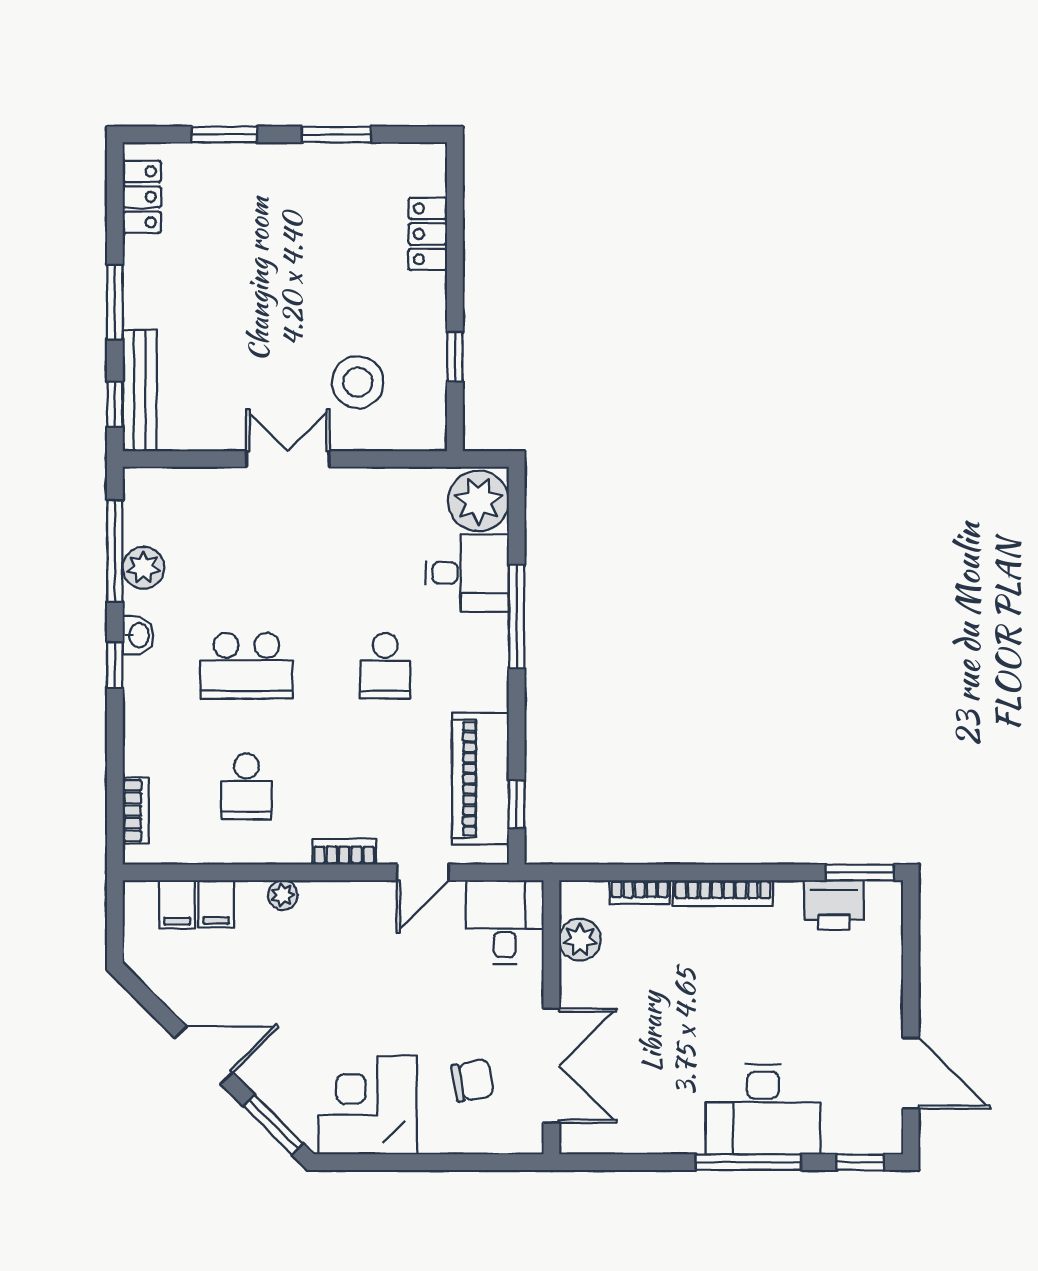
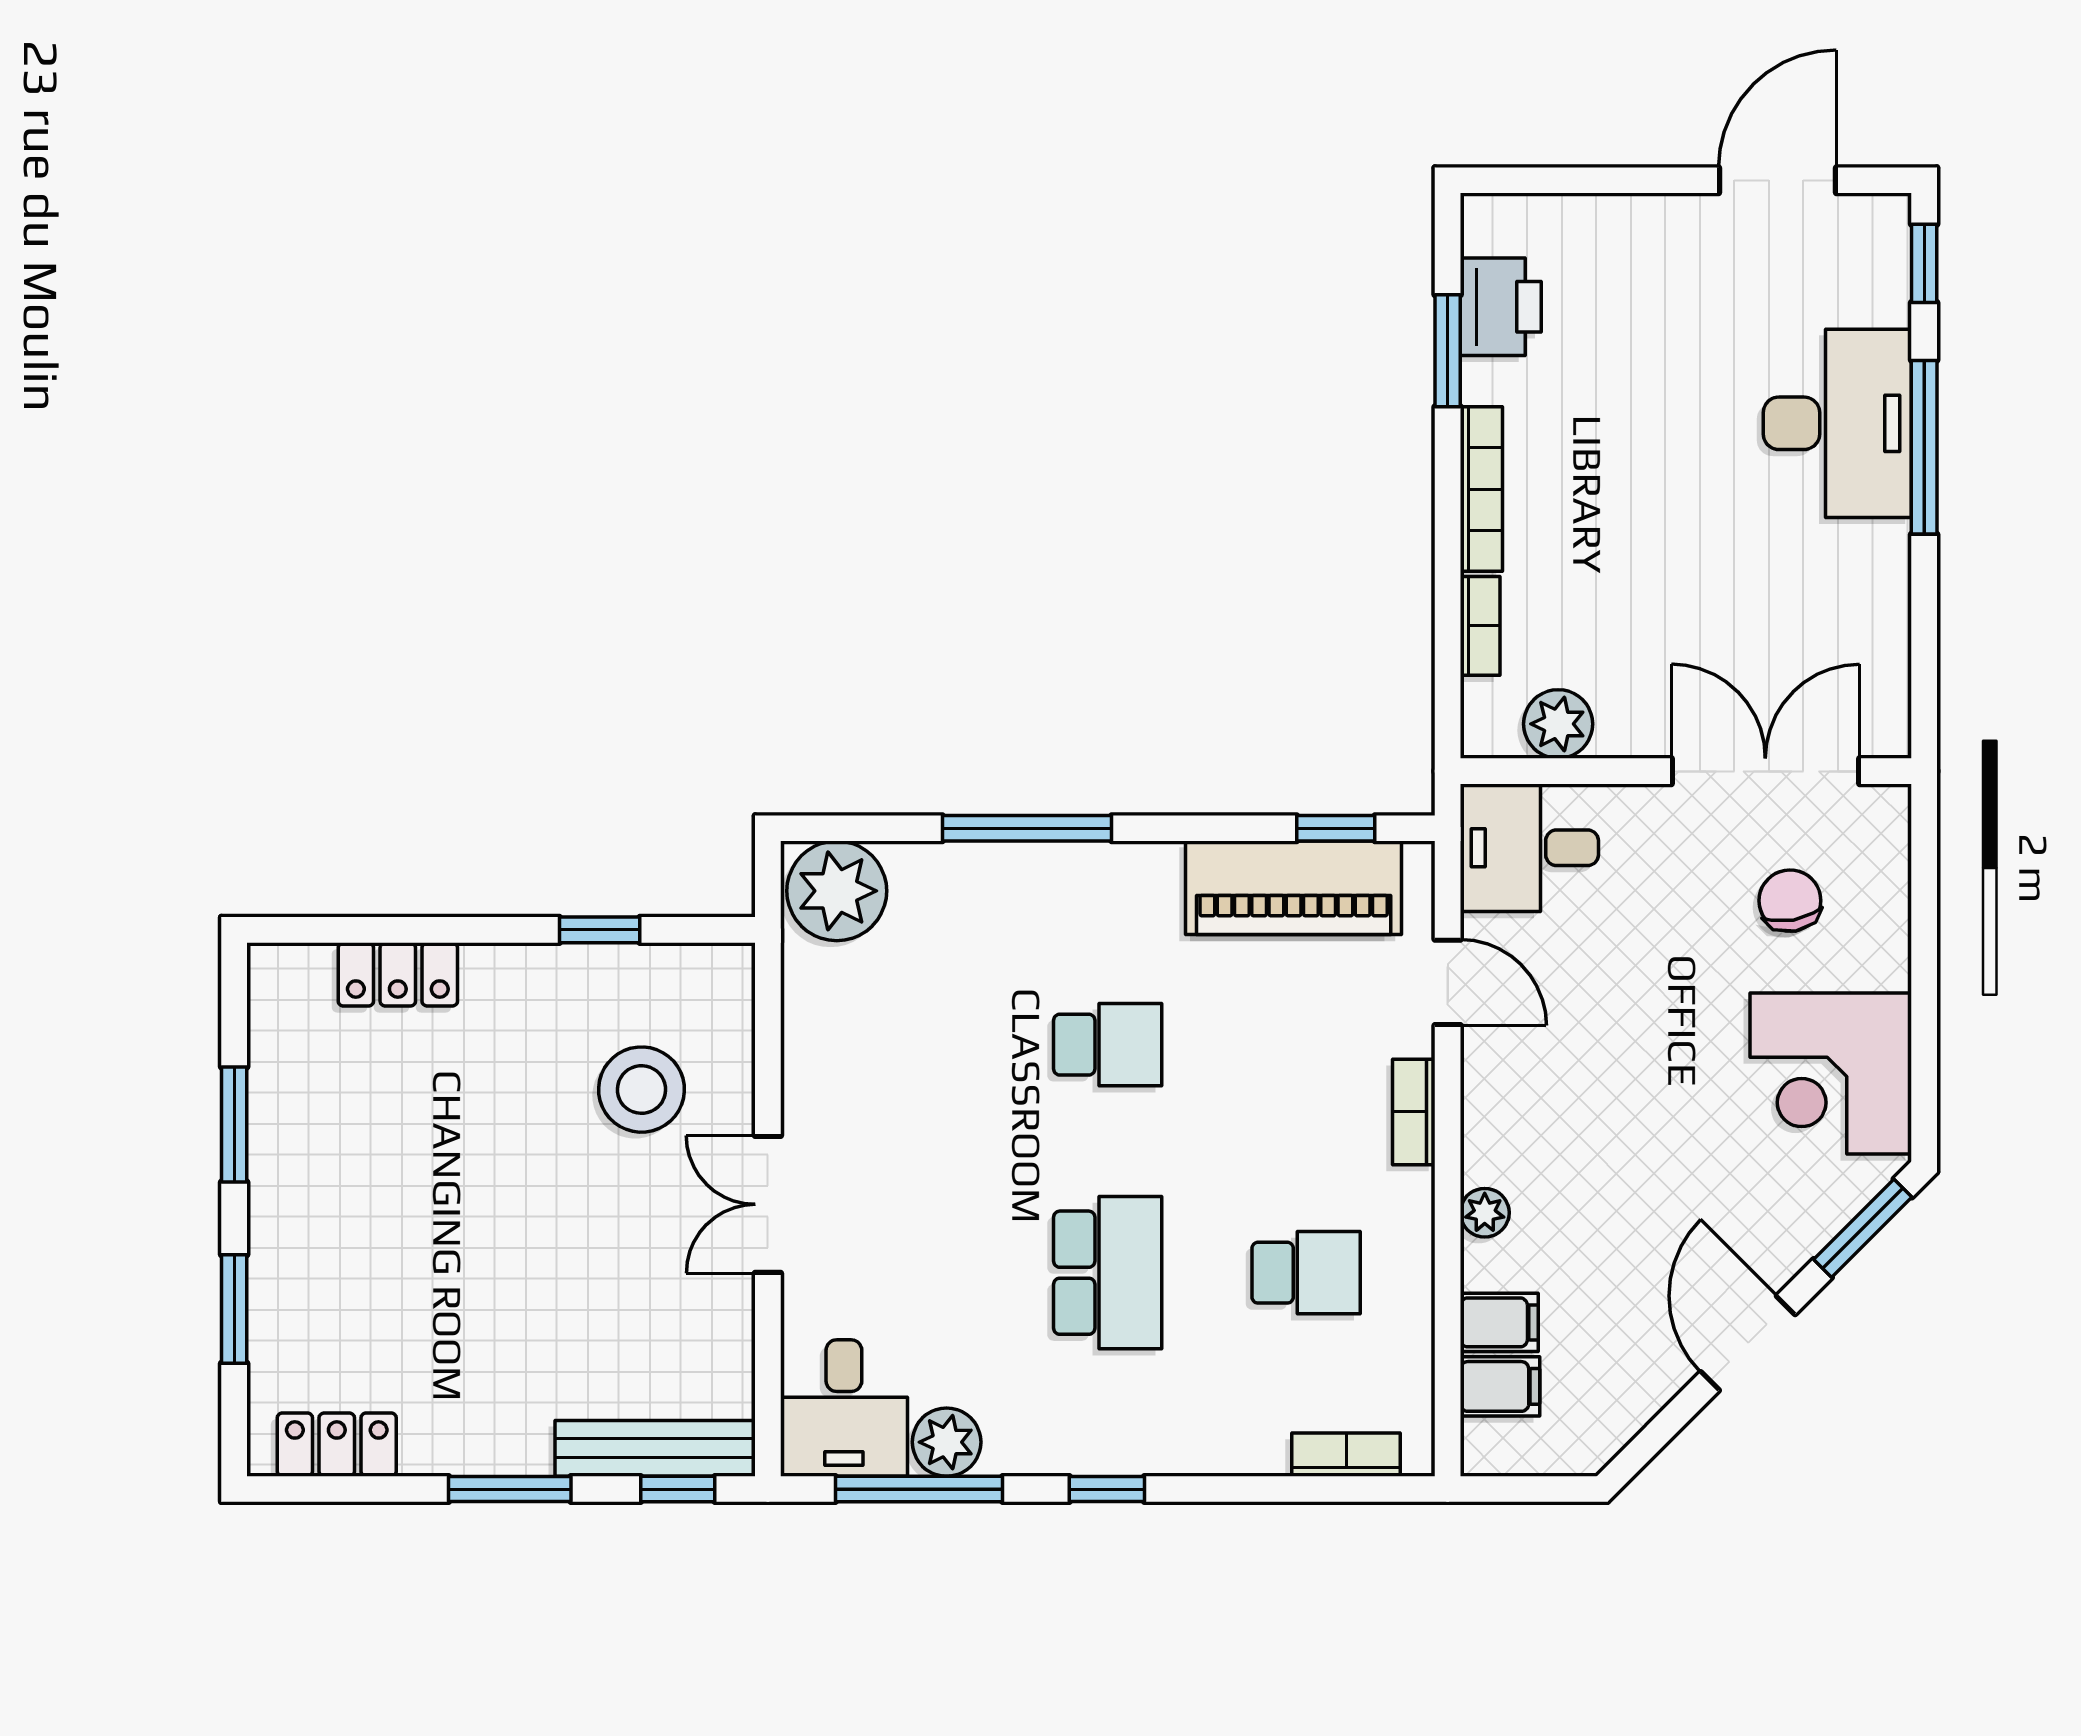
desk: (467, 573) -> (844, 1408), moved, turned 180
washbasin: (138, 635) -> (1058, 1451), removed
window: (860, 872) -> (1448, 351), moved

